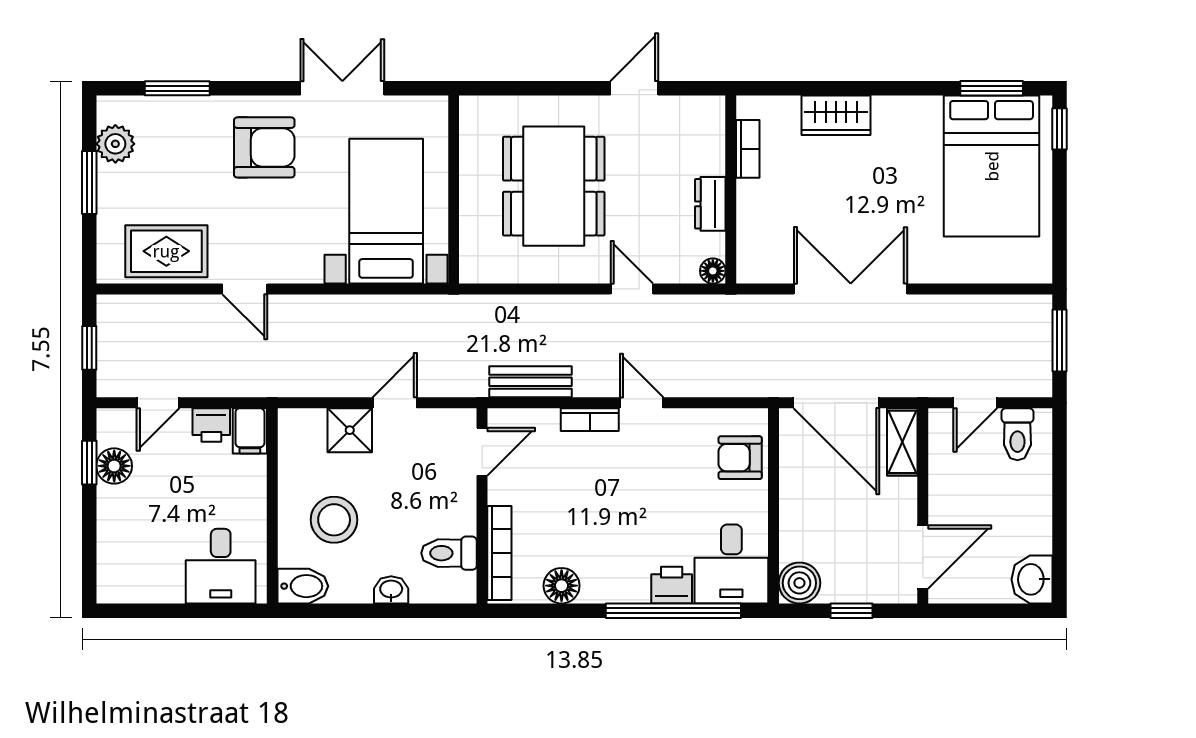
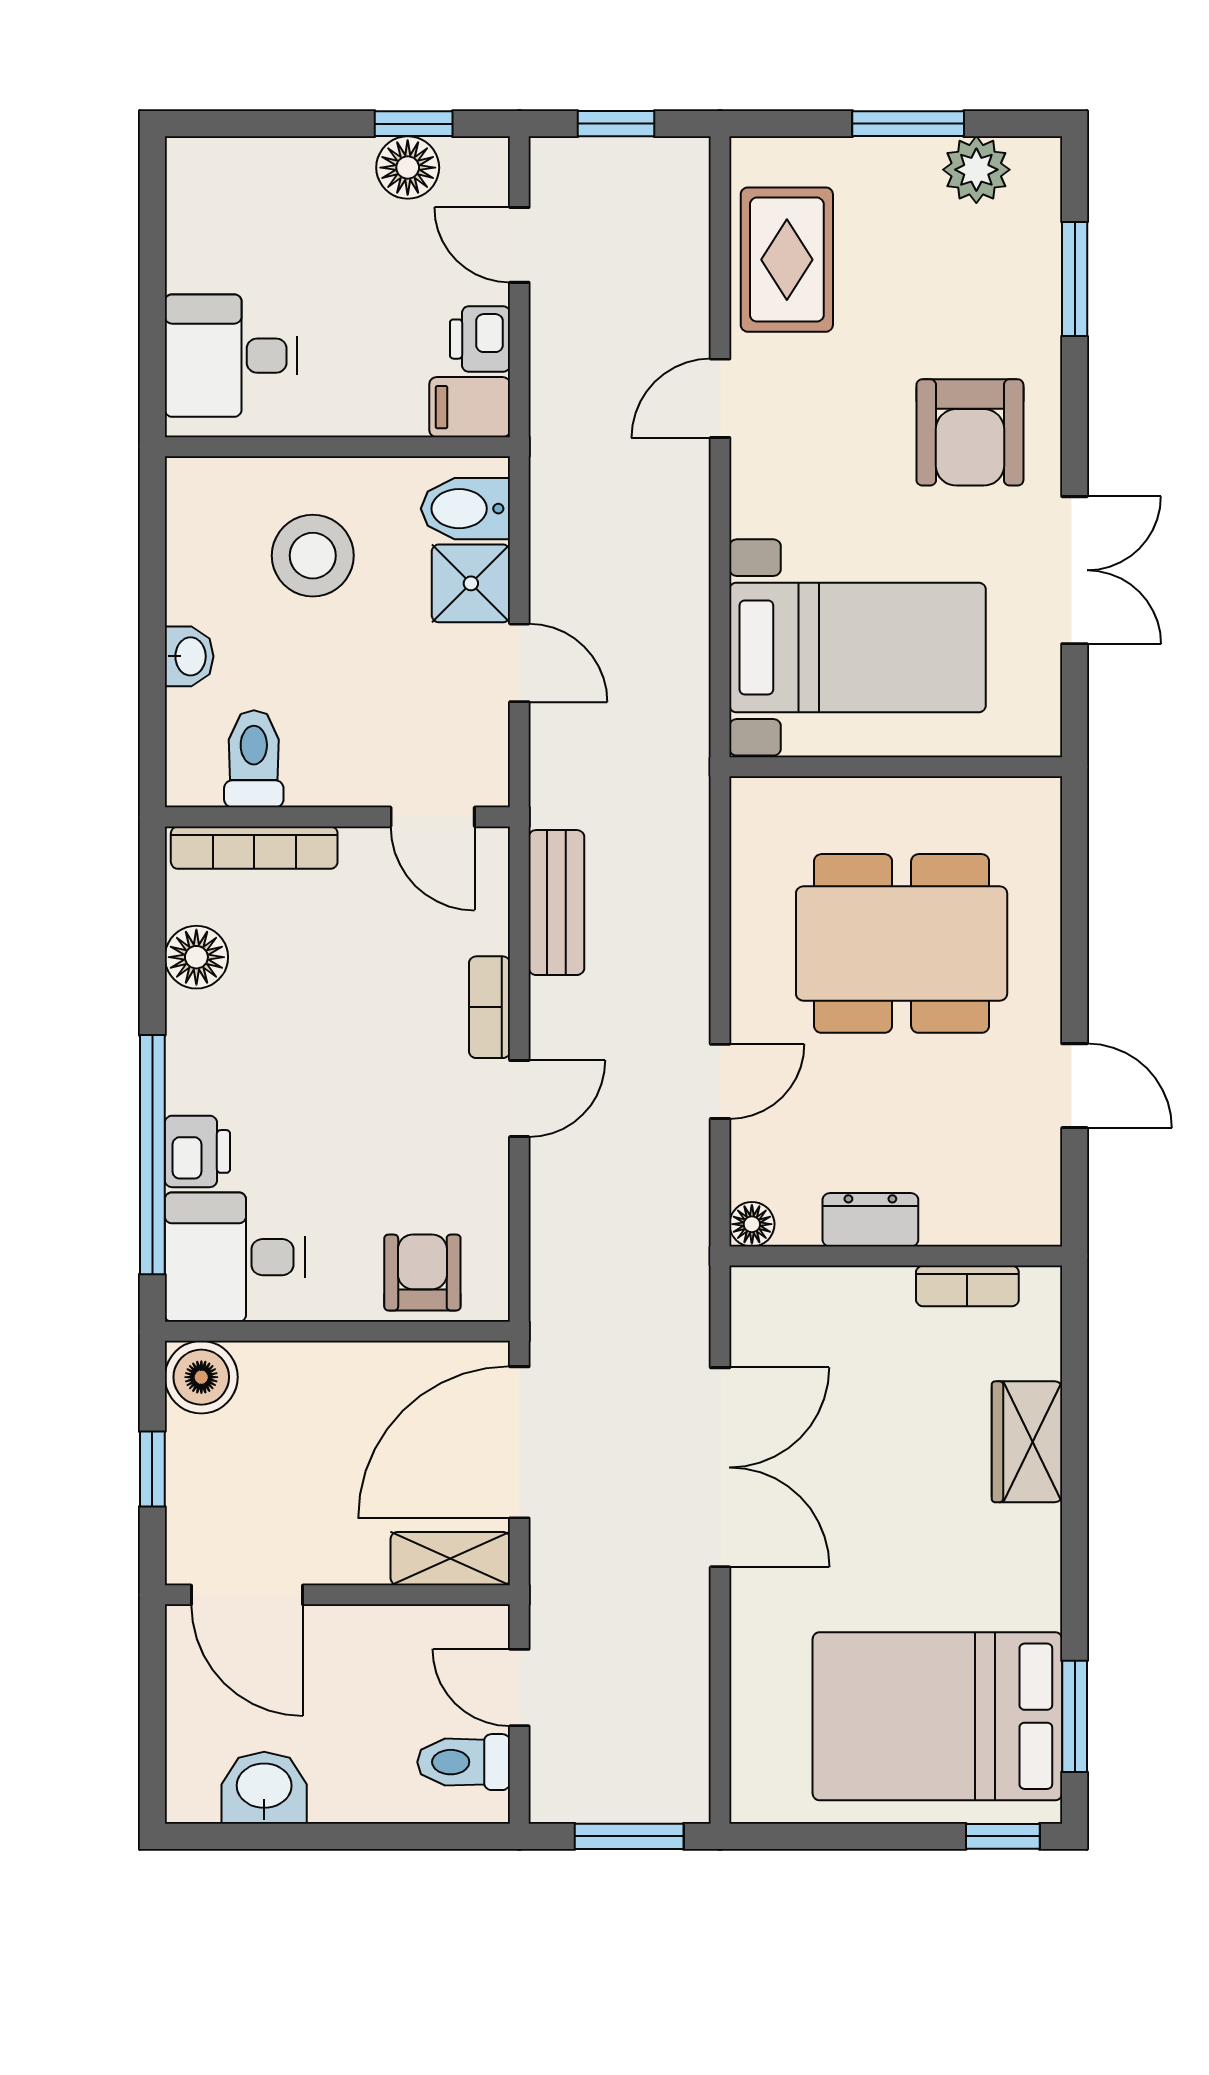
washbasin: (1032, 579) -> (264, 1788), moved
bidet: (303, 586) -> (465, 509), moved, turned 90

